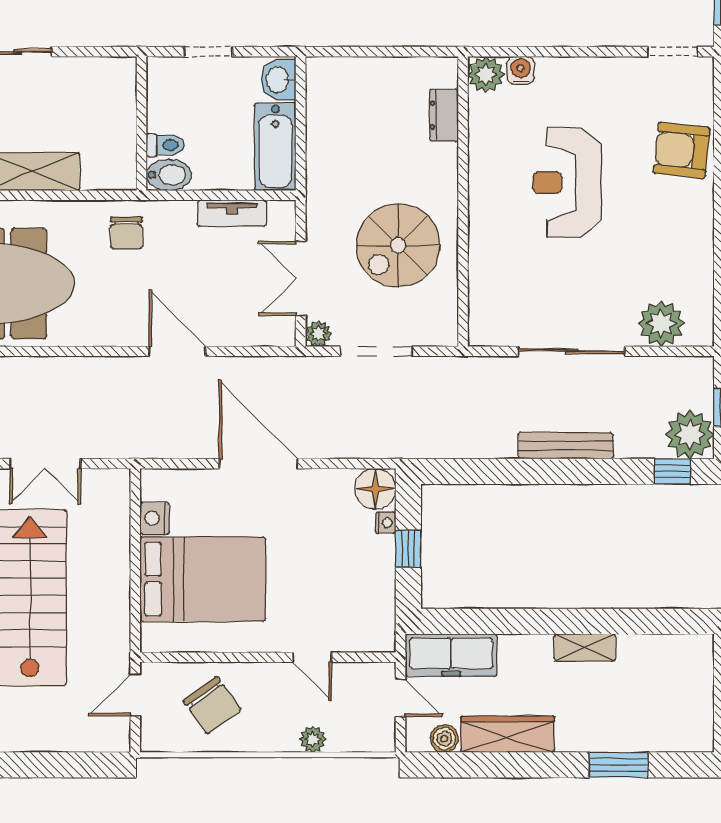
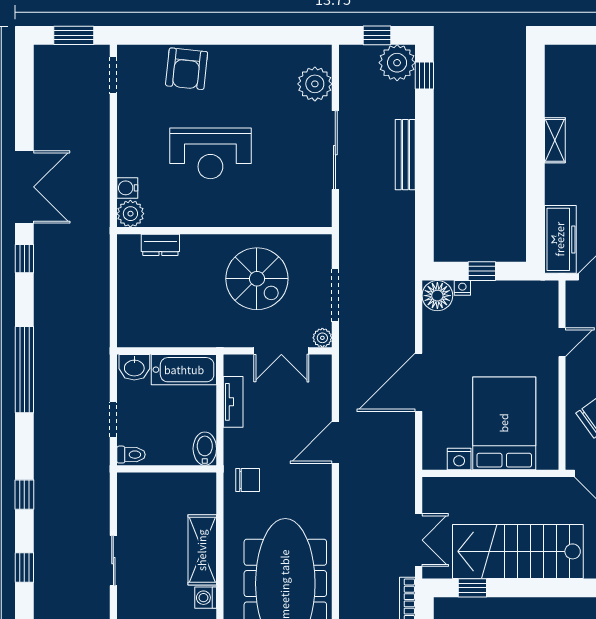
toilet: (165, 145) -> (131, 455), moved, turned 90

